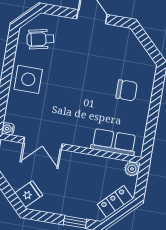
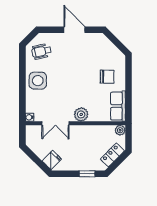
plant: (81, 137) -> (81, 114), added
row of seats: (114, 142) -> (118, 106), moved, turned -90

